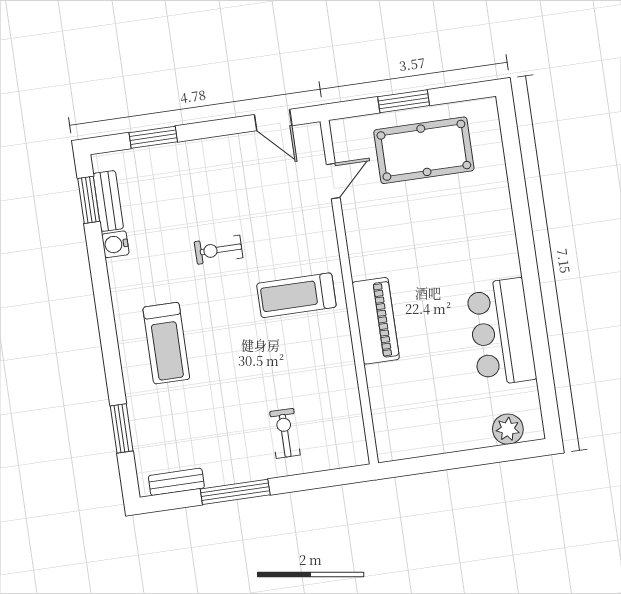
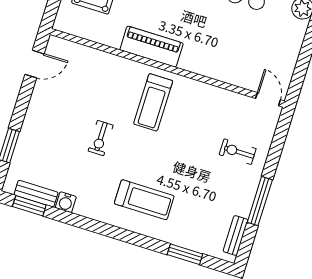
door: (333, 181) -> (268, 99), moved
piano: (376, 321) -> (152, 47), moved

